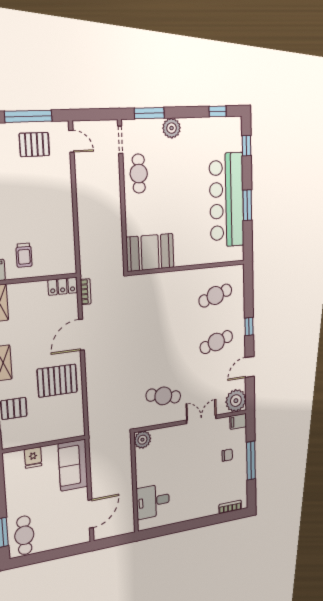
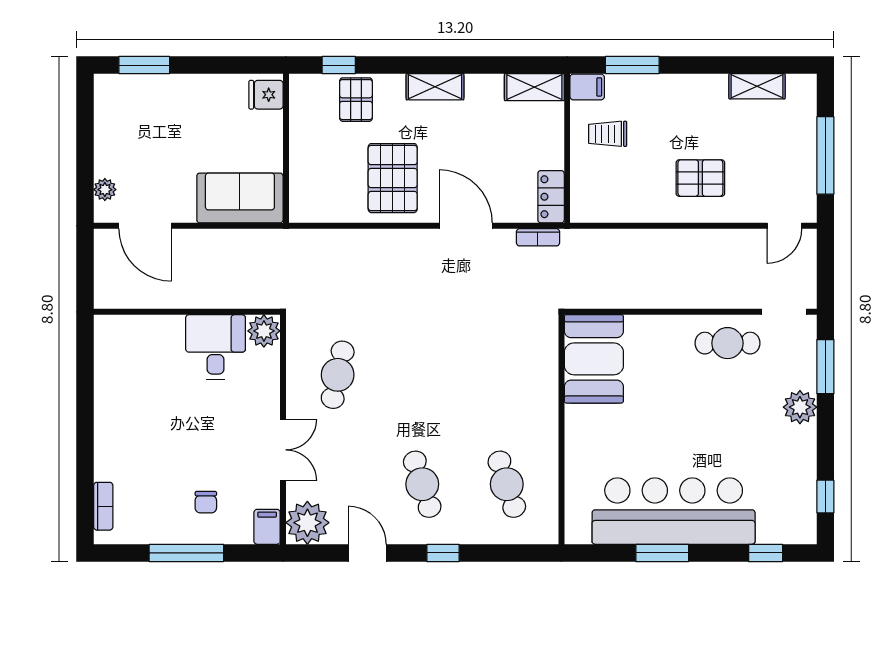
pallet: (34, 145) -> (700, 178), moved, turned 90
fridge: (33, 458) -> (266, 95), moved
desk: (153, 501) -> (216, 347), moved
cafe table: (24, 535) -> (131, 103), removed
plant: (73, 540) -> (105, 190), added

